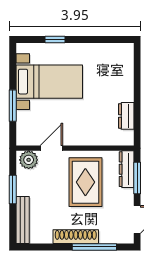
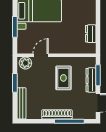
dresser: (127, 169) -> (91, 80), moved
rug: (85, 182) -> (63, 78), width x0.73, depth x0.70

